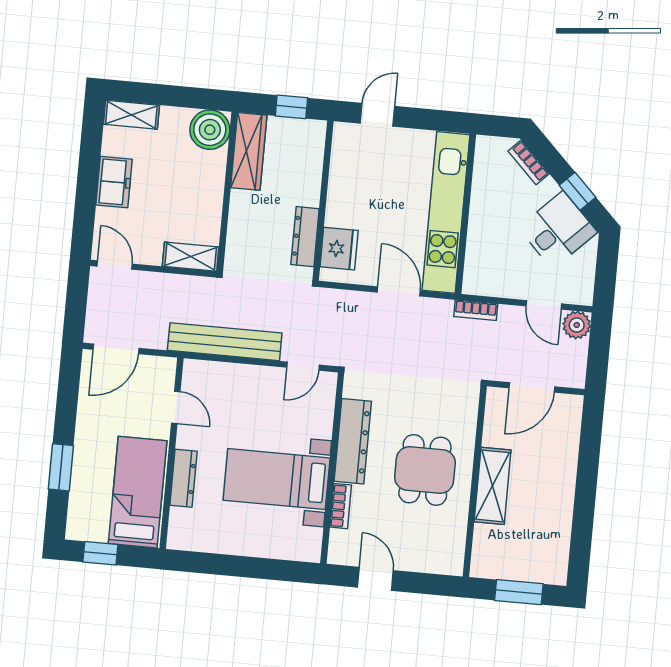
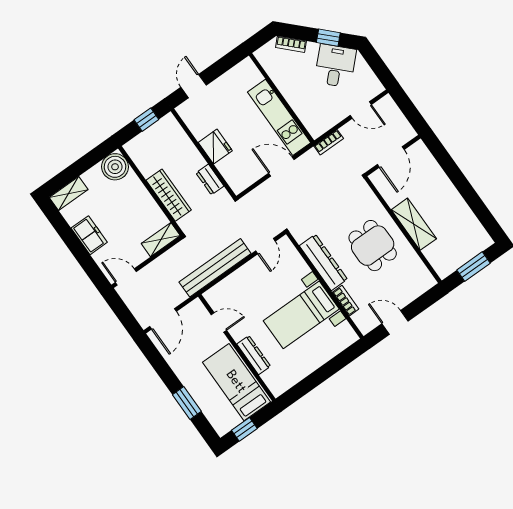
wardrobe: (249, 151) -> (169, 195), moved
kitchen unit: (446, 212) -> (279, 117), width x0.73
dresser: (305, 237) -> (210, 179), width x0.70
fridge: (339, 249) -> (215, 147), moved
plant: (577, 325) -> (386, 106), removed

